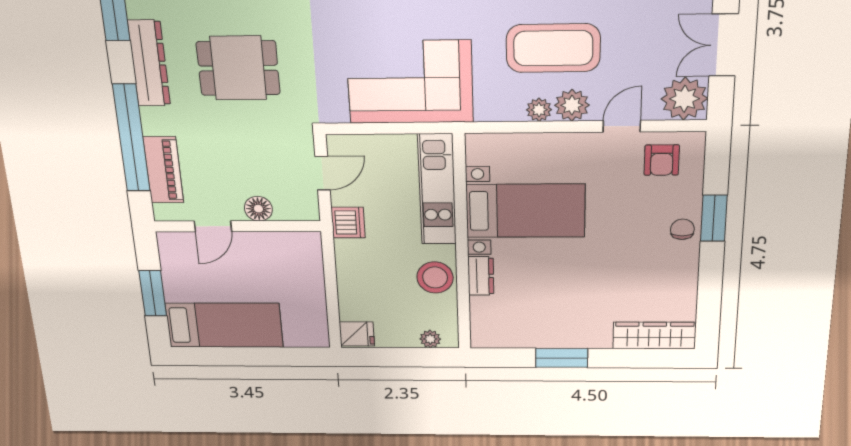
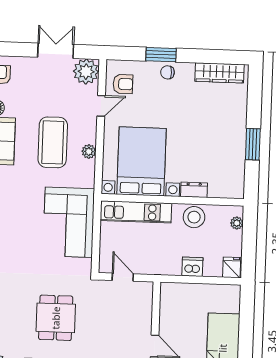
double door: (724, 45) -> (56, 51), swing flipped
plant: (572, 105) -> (87, 133), removed
door: (622, 126) -> (101, 106), swing flipped
floor lamp: (258, 209) -> (144, 317), removed
bed with nightstands: (525, 211) -> (141, 161), width x1.36
dishwasher: (348, 223) -> (192, 267), moved
wardrobe: (654, 336) -> (220, 73), moved, turned -90

